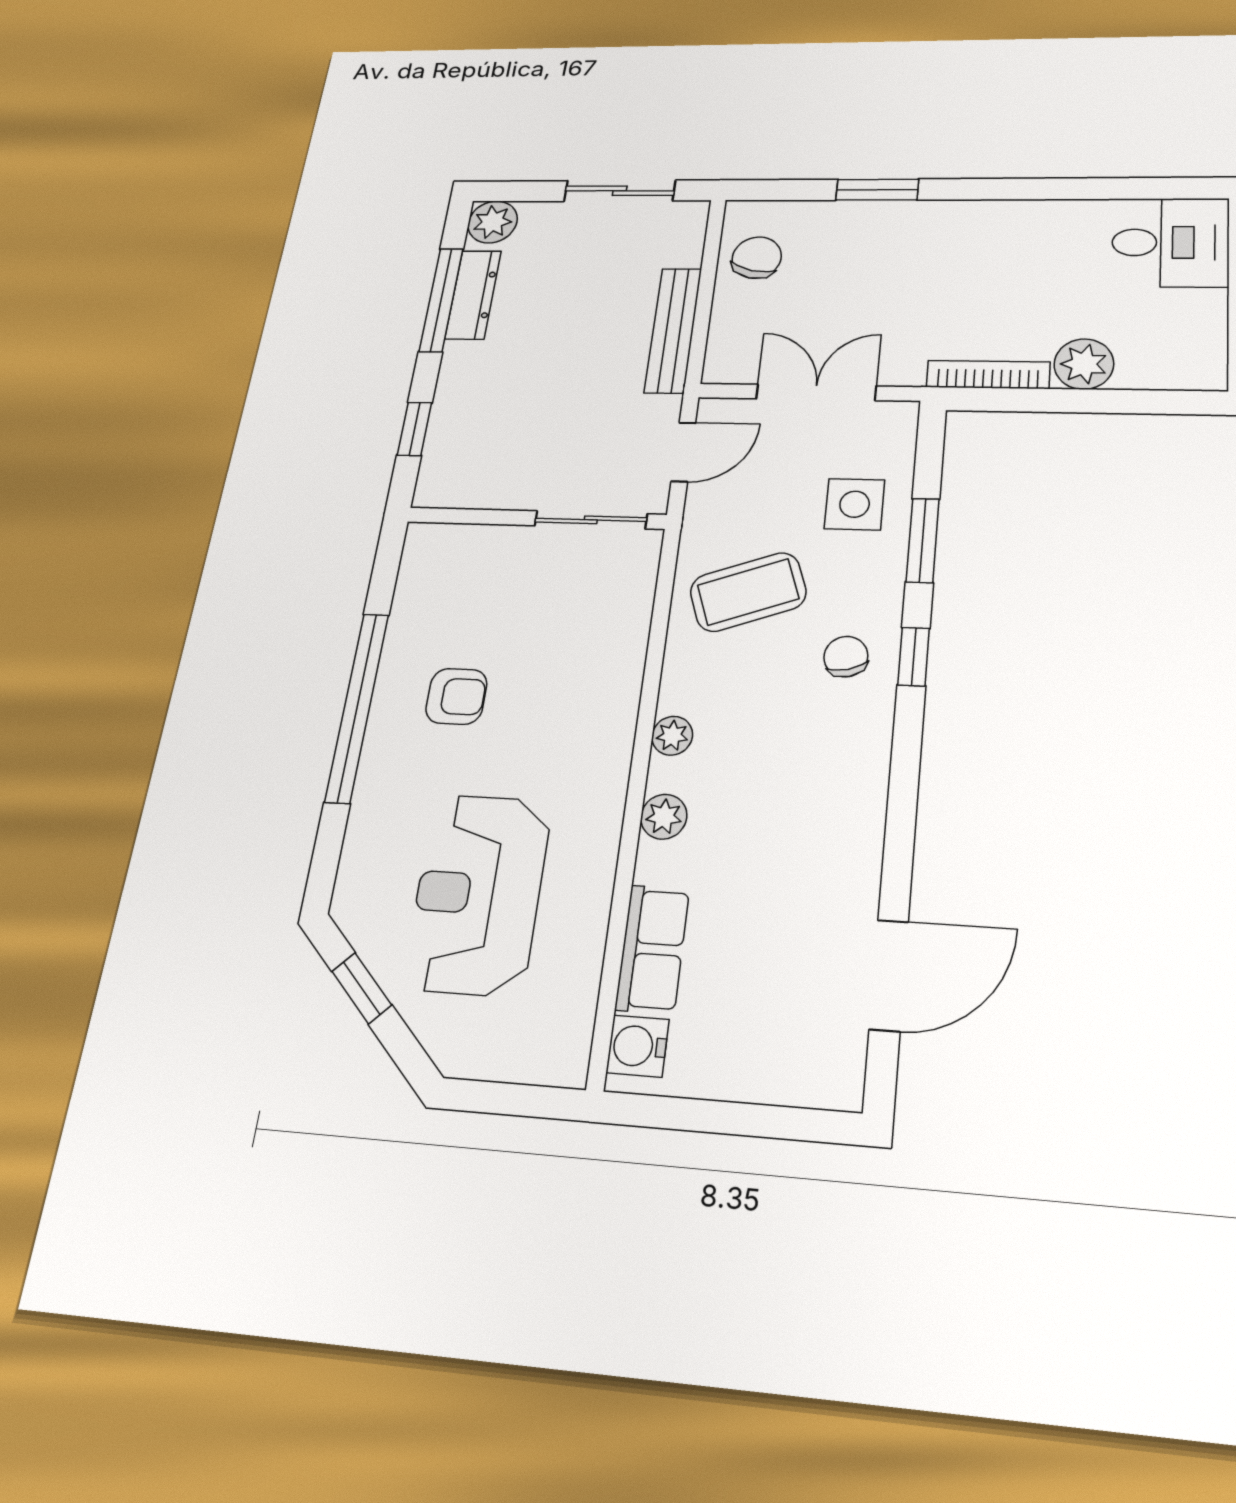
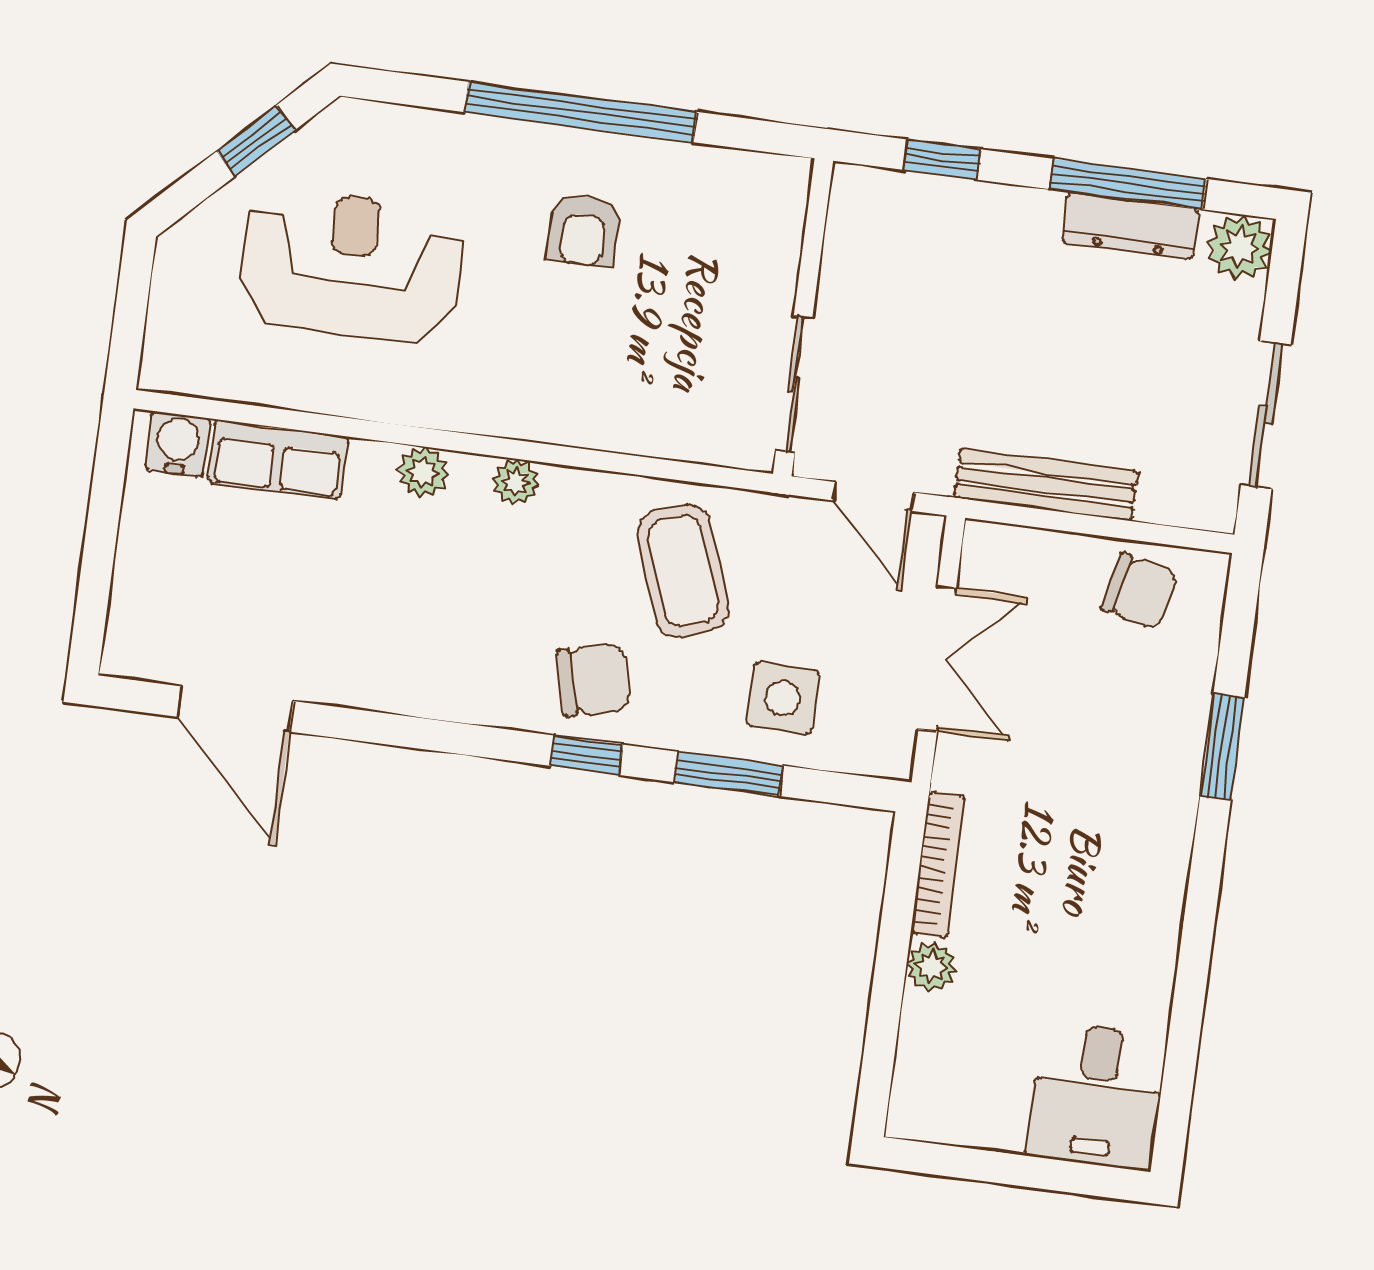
plant: (1084, 364) -> (931, 967), width x0.73, depth x0.73
chair: (846, 657) -> (593, 680), width x1.37, depth x1.37

